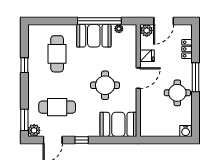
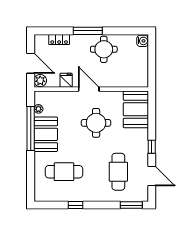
plant: (34, 130) -> (142, 195), removed

